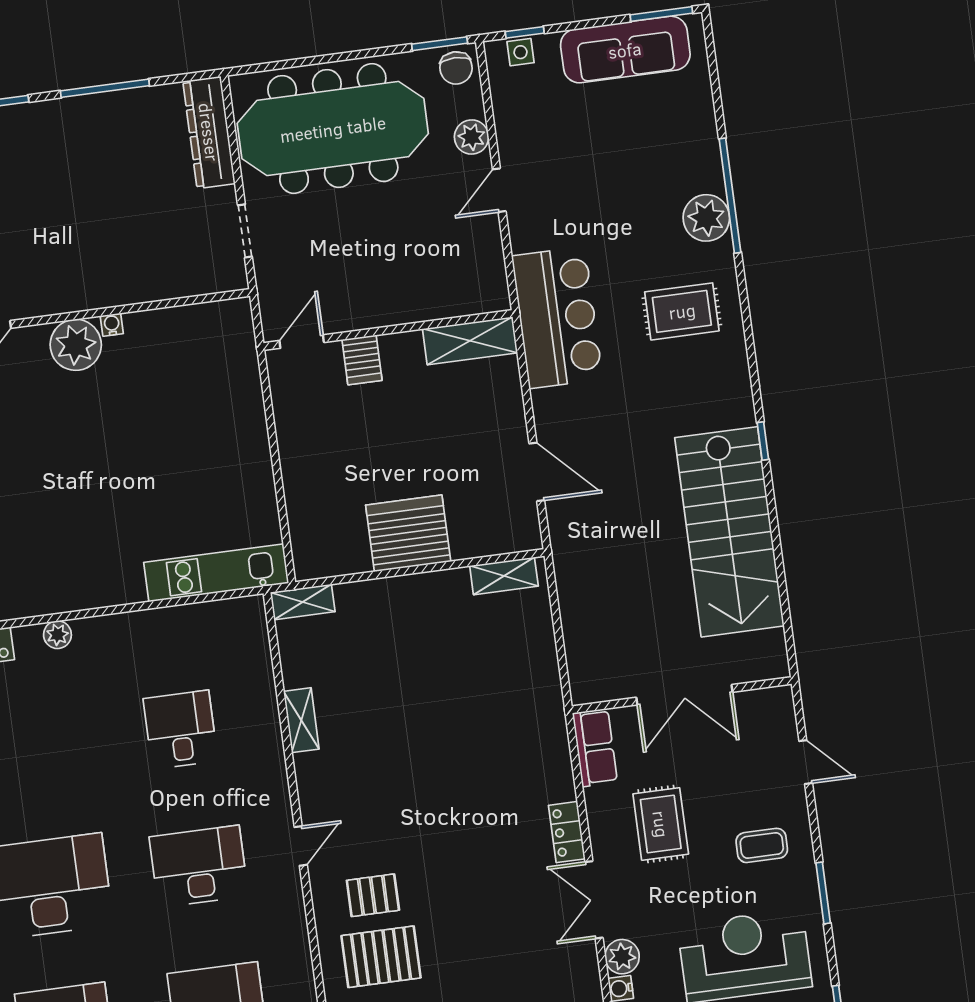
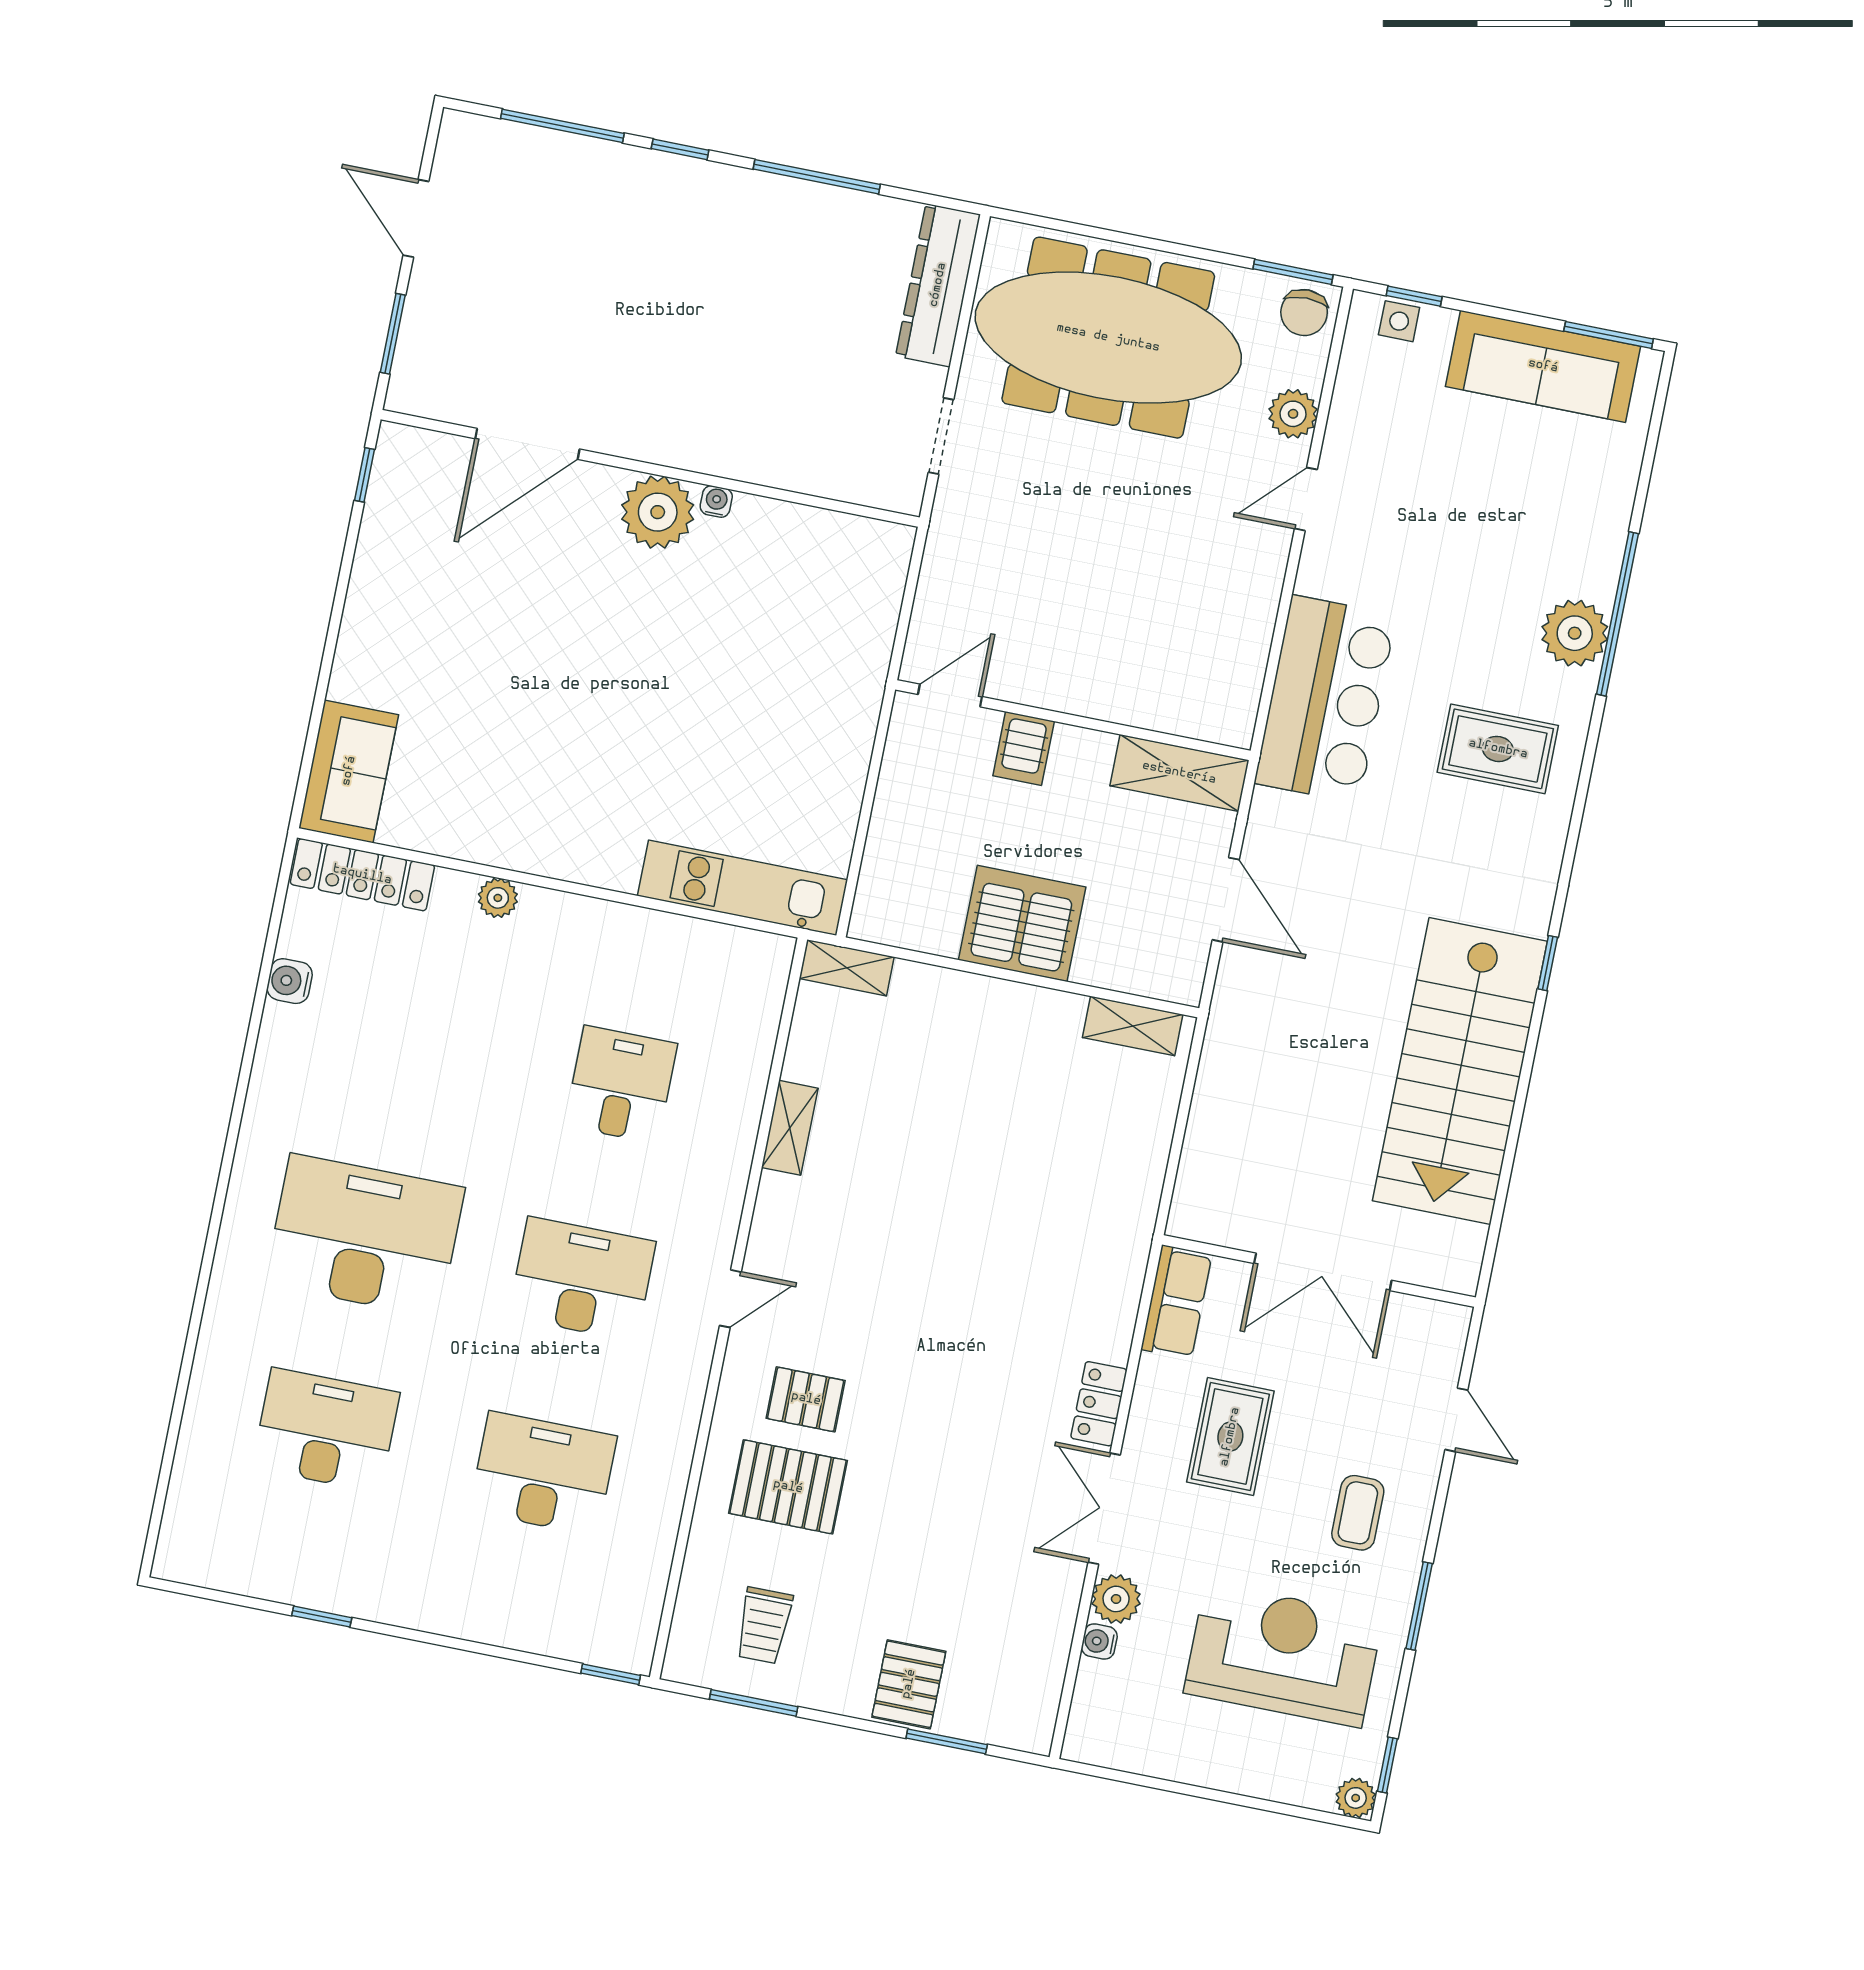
wall: (388, 330) -> (1073, 720), moved
shelving: (470, 341) -> (1179, 773), moved
door: (302, 342) -> (950, 696), moved
server rack: (362, 360) -> (1024, 749), moved
coffee table: (762, 845) -> (1358, 1513), turned 90

